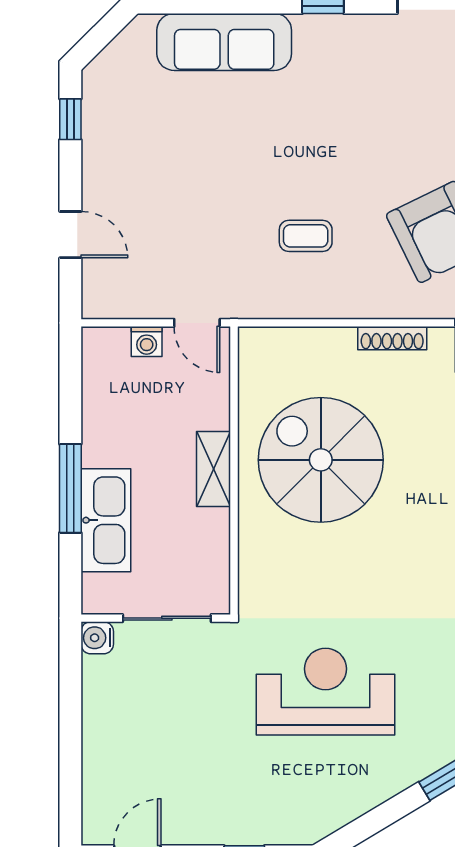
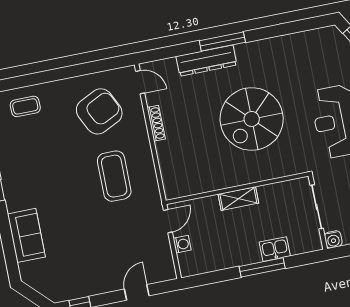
sofa: (224, 42) -> (26, 235), width x0.73
coffee table: (306, 236) -> (114, 176), width x1.86, depth x1.72
spiral stairs: (321, 460) -> (252, 119), moved
kitchen sink: (106, 520) -> (275, 249), width x0.53, depth x0.81

